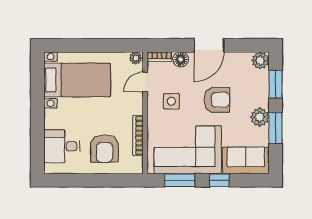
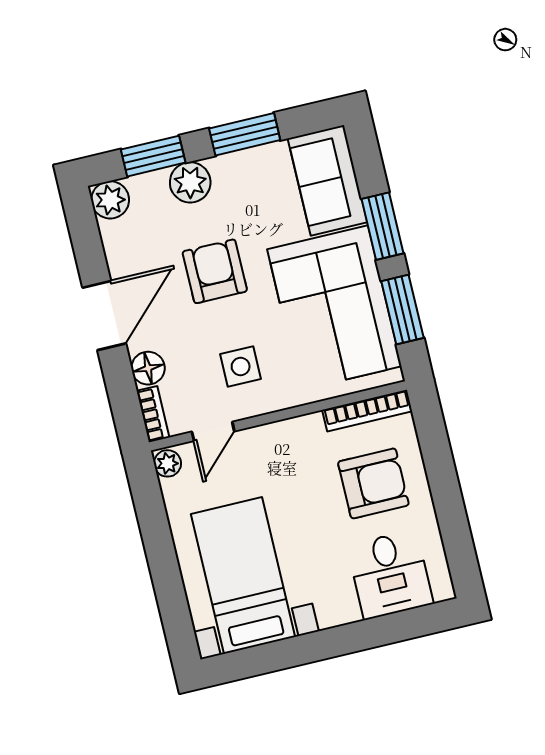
door: (209, 45) -> (104, 316), hinge flipped
door: (145, 82) -> (213, 431), hinge flipped
plant: (260, 117) -> (190, 182), moved
bookcase: (138, 136) -> (367, 411), moved
window: (219, 180) -> (383, 226), width x1.50

